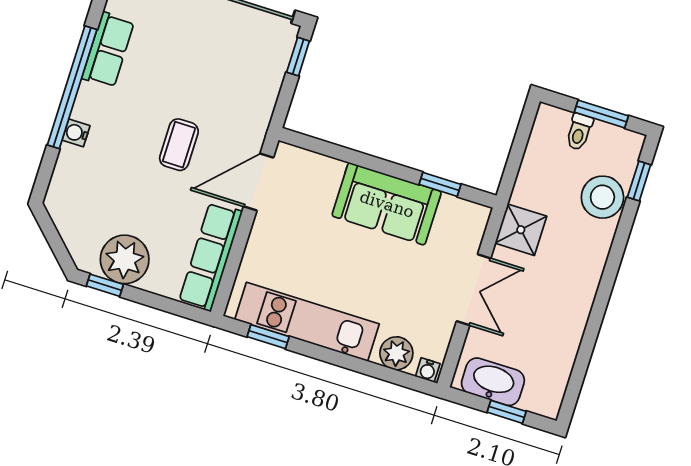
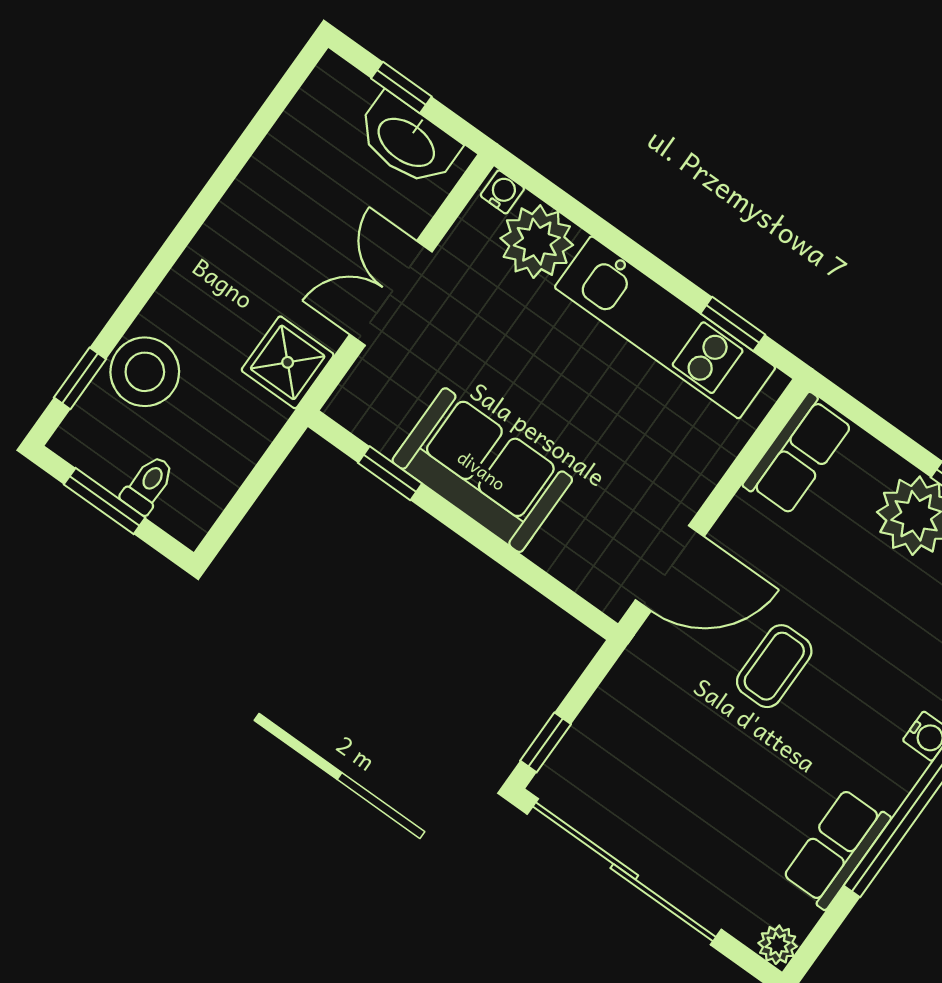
row of seats: (211, 257) -> (798, 454), width x0.68
plant: (396, 353) -> (537, 242), width x1.36, depth x1.36

